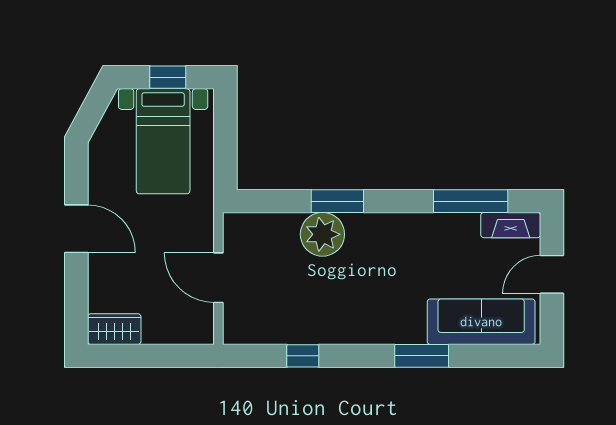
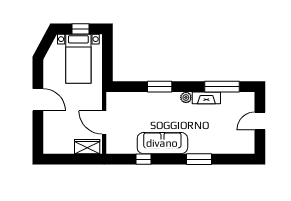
fireplace: (511, 225) -> (206, 98), moved
plant: (322, 234) -> (186, 97), moved, width x0.53, depth x0.53
sofa: (481, 322) -> (162, 143), moved
wardrobe: (114, 329) -> (87, 147), moved

